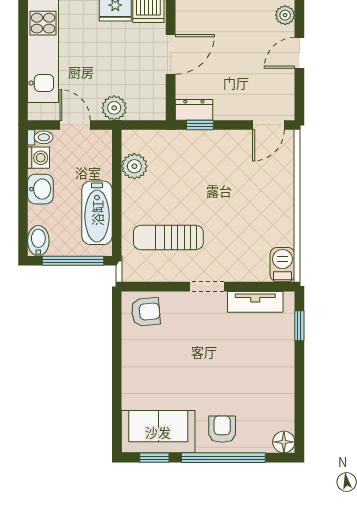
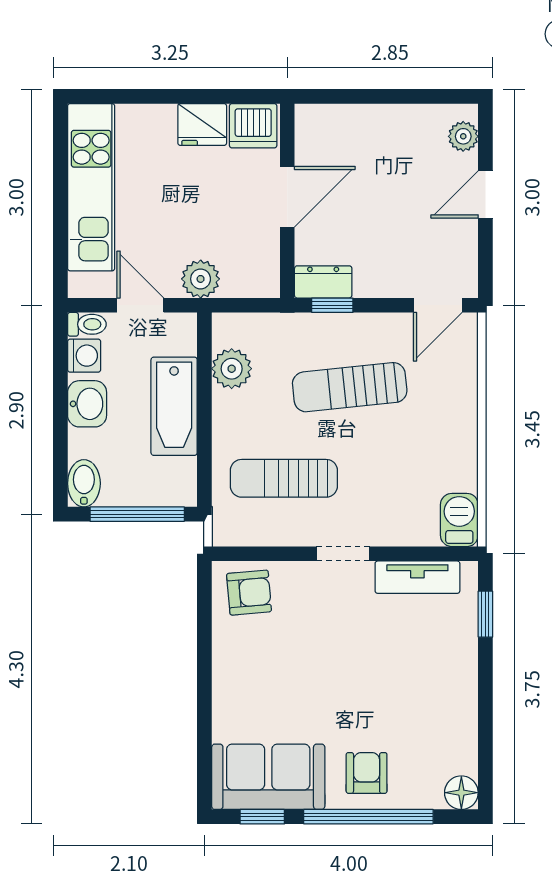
sun lounger: (211, 178) -> (350, 387), added
bathtub: (97, 213) -> (174, 406), moved

